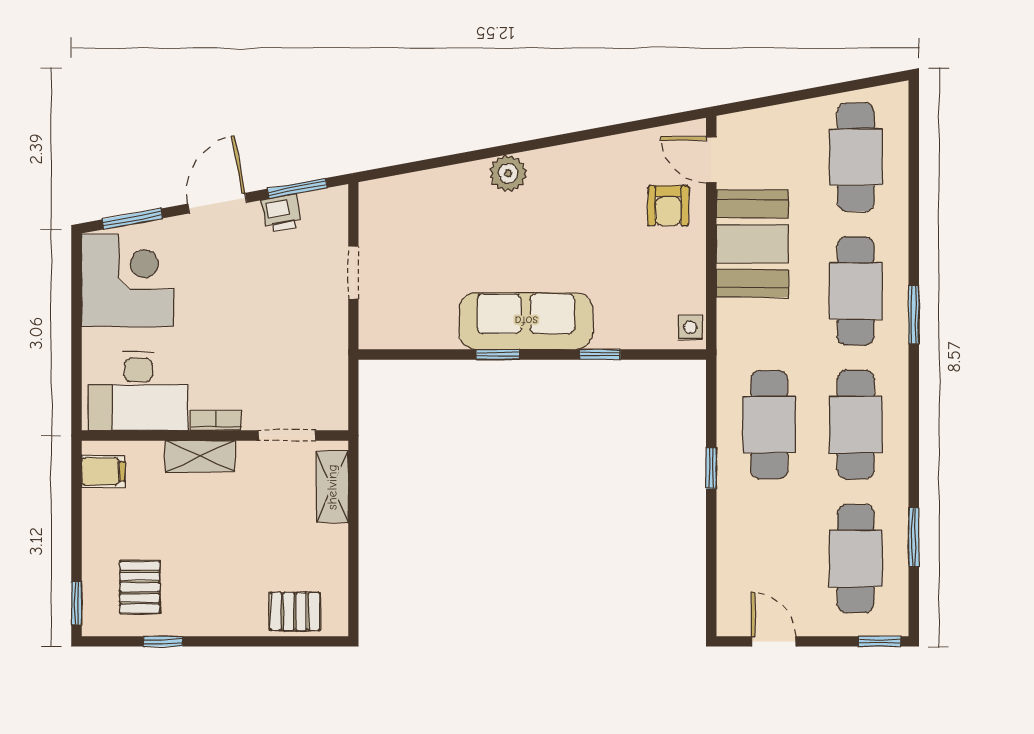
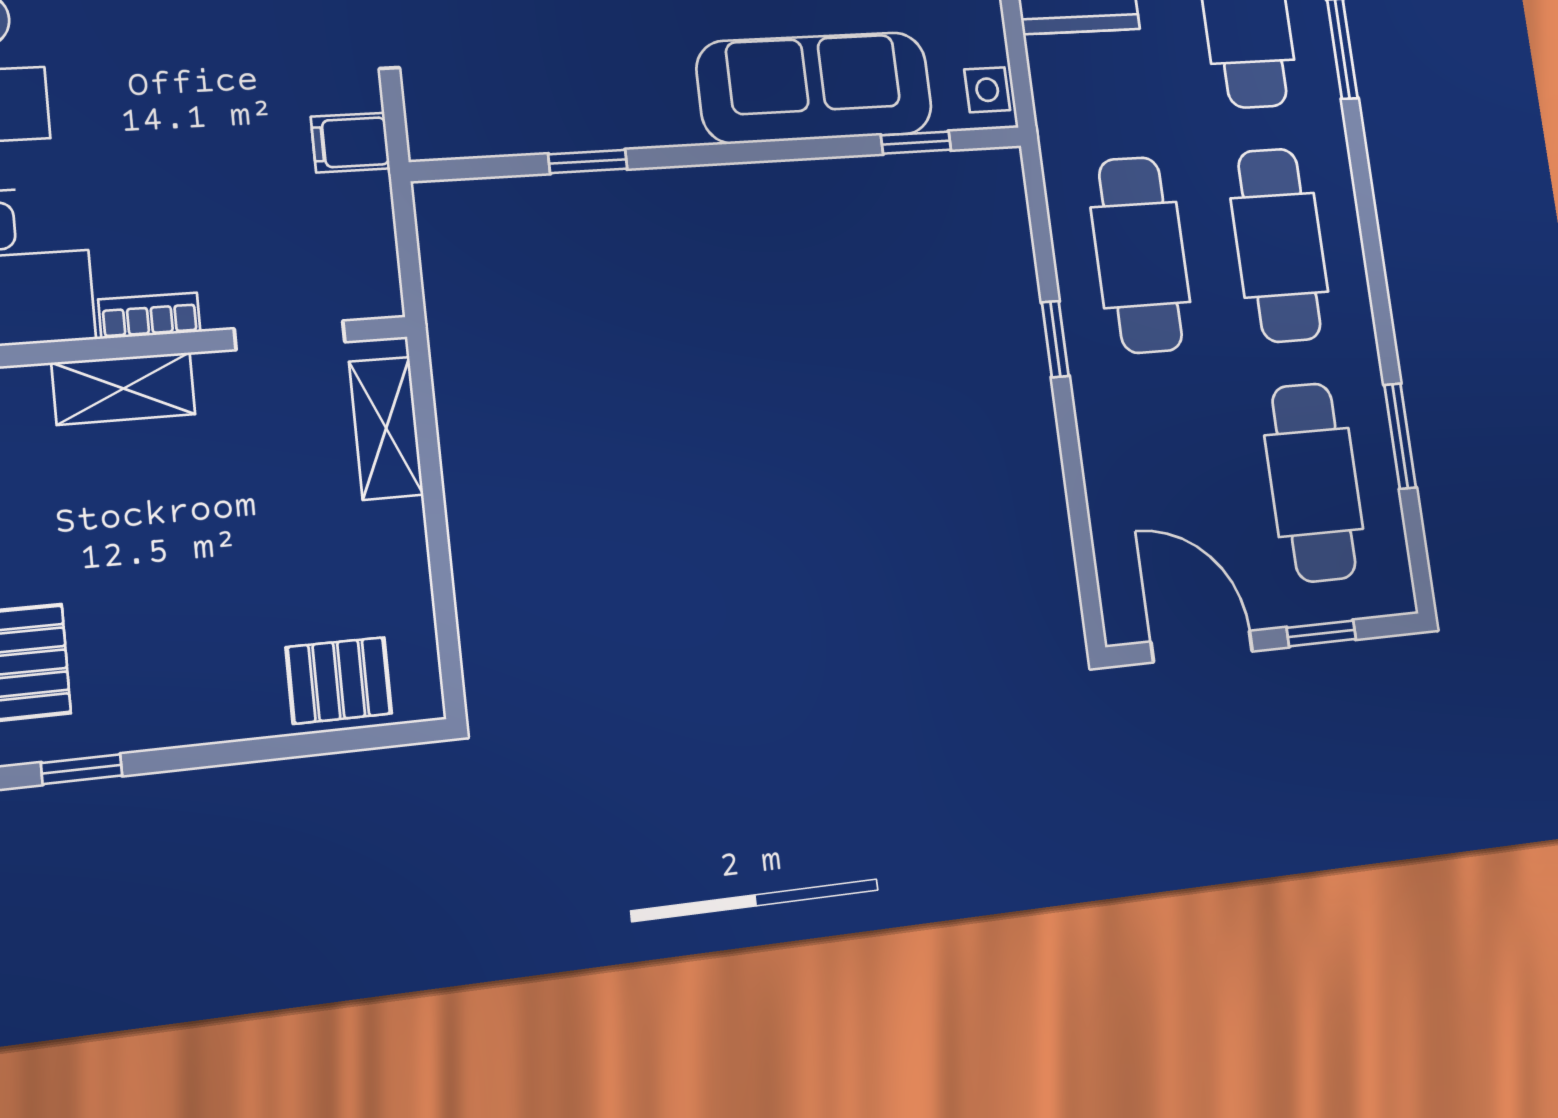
sofa: (526, 321) -> (815, 88), moved
filing cabinet: (329, 337) -> (350, 143), added
window: (498, 354) -> (588, 161), moved
window: (600, 354) -> (916, 143), moved
door: (774, 641) -> (1202, 647), width x1.38
window: (880, 641) -> (1321, 633), moved

